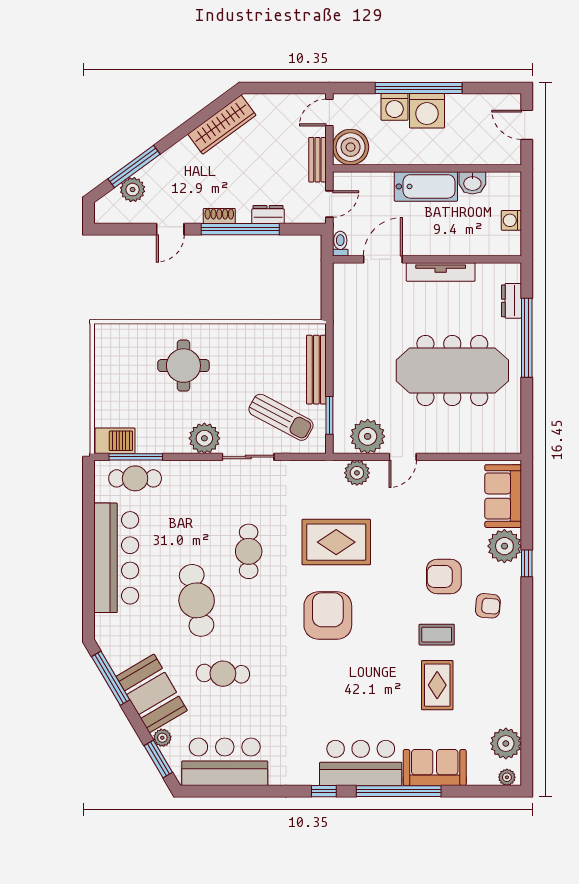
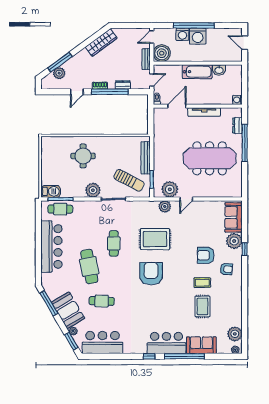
washing machine: (511, 220) -> (237, 100), moved

